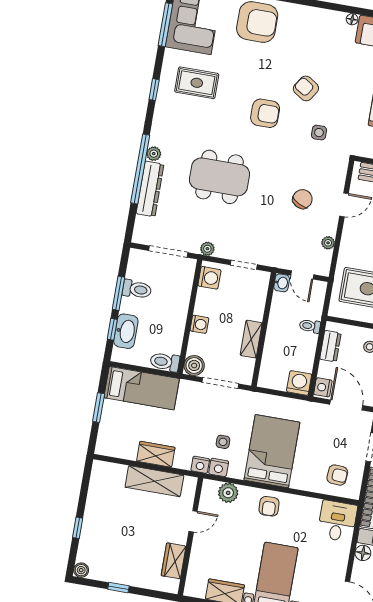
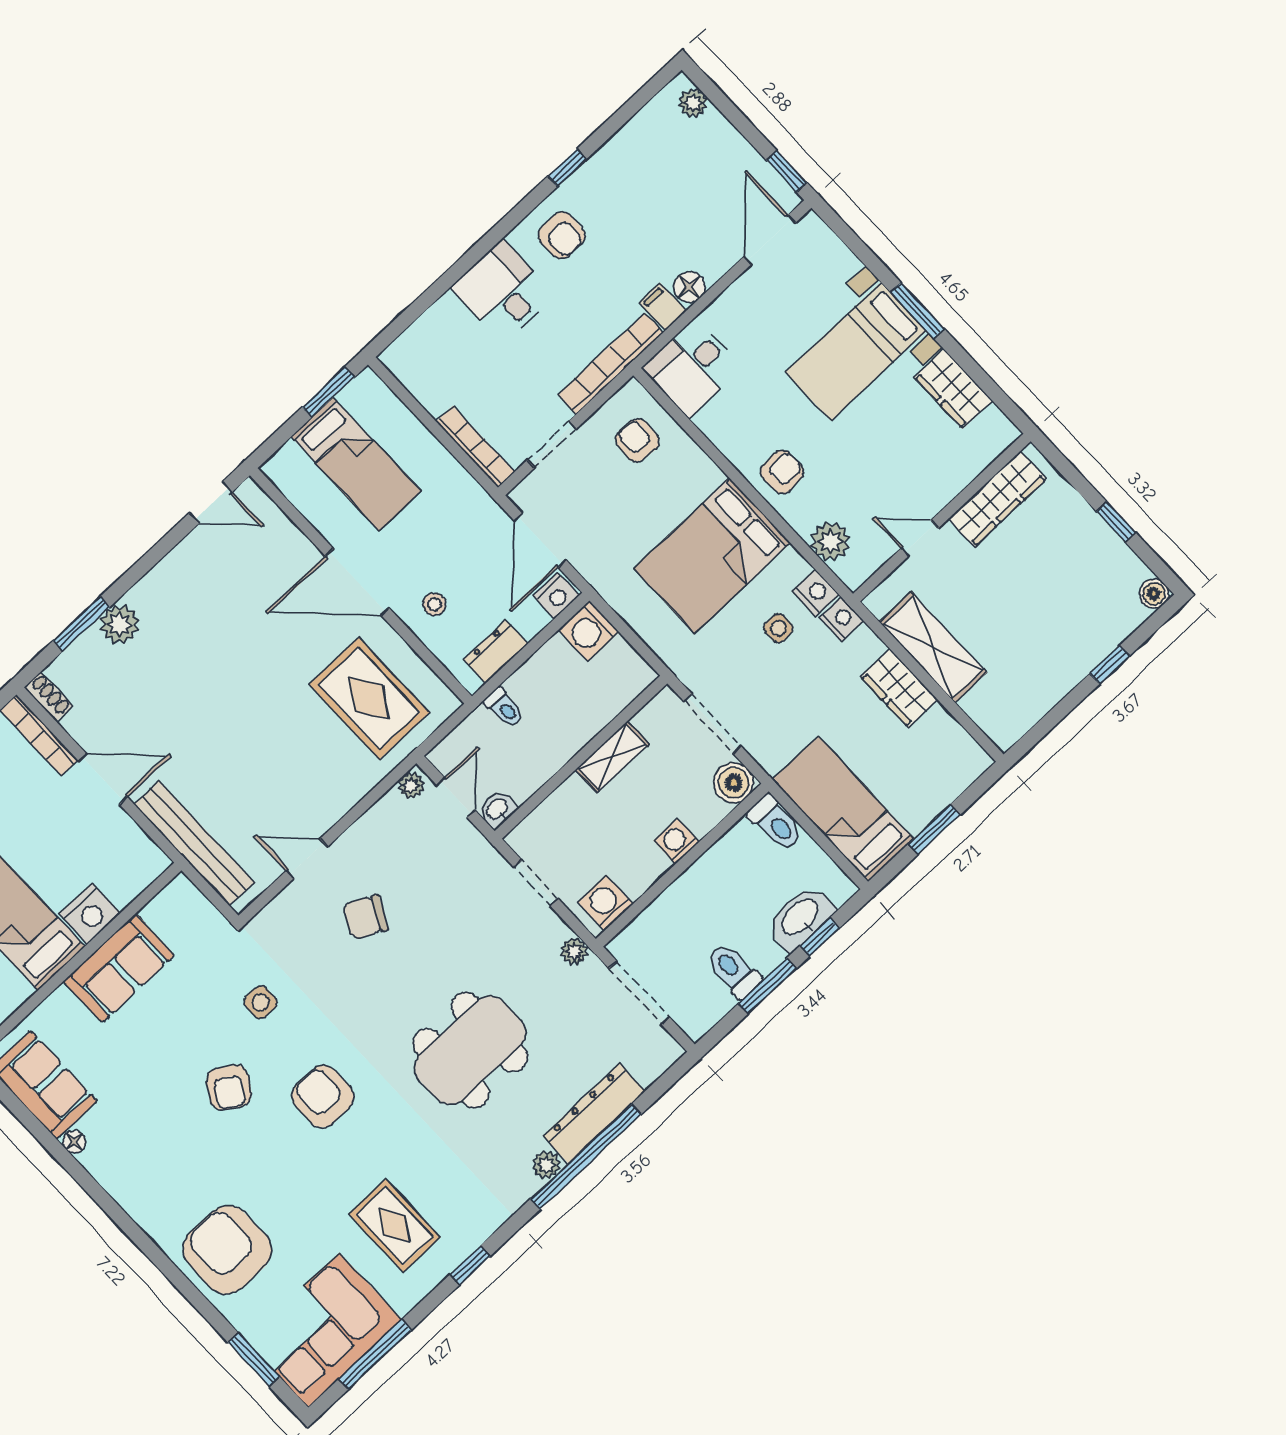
dining table: (220, 177) -> (470, 1050), turned 90
plant: (328, 243) -> (411, 785), moved
wardrobe: (174, 561) -> (997, 499), width x1.50

